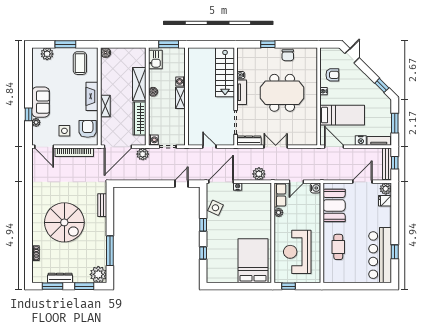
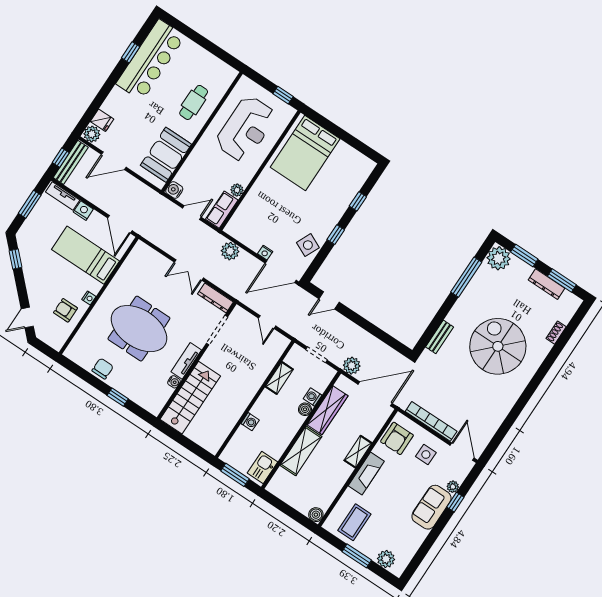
boiler: (153, 92) -> (305, 409), moved
shelving: (180, 98) -> (279, 378), moved
washing machine: (153, 140) -> (313, 397), moved

